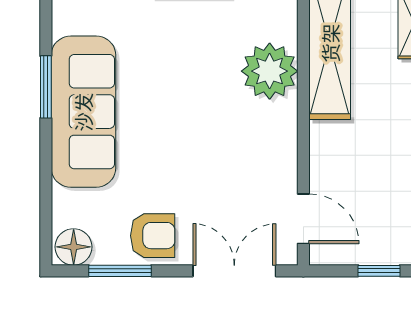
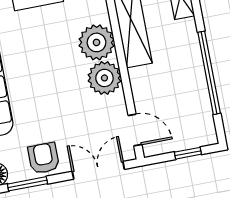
plant: (271, 129) -> (104, 78), added
armchair: (153, 236) -> (44, 158), turned -90

